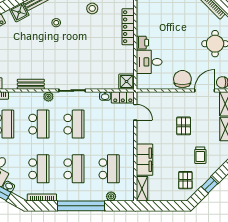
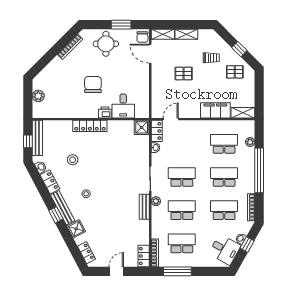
chair: (182, 79) -> (93, 84), moved, turned 90
bench: (31, 84) -> (144, 207), moved

